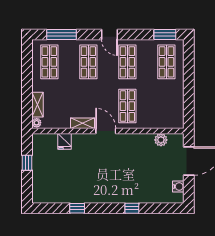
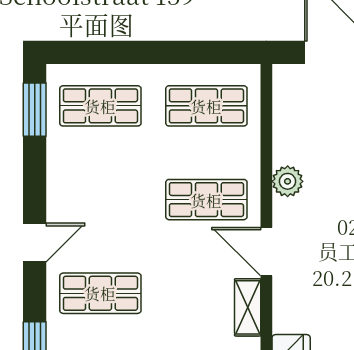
shop shelf: (127, 62) -> (206, 106), moved
door: (106, 131) -> (266, 252), hinge flipped
plant: (161, 140) -> (288, 181), moved

